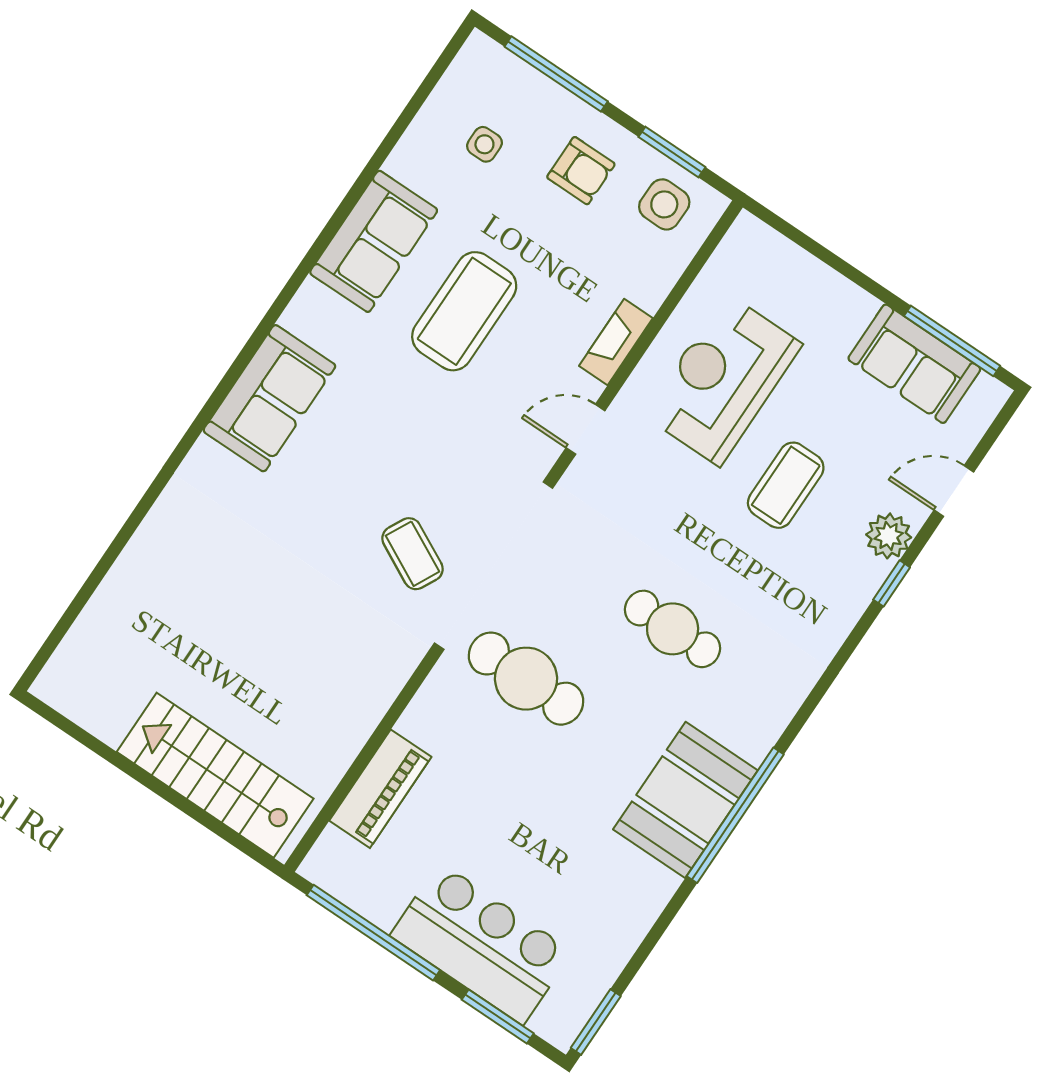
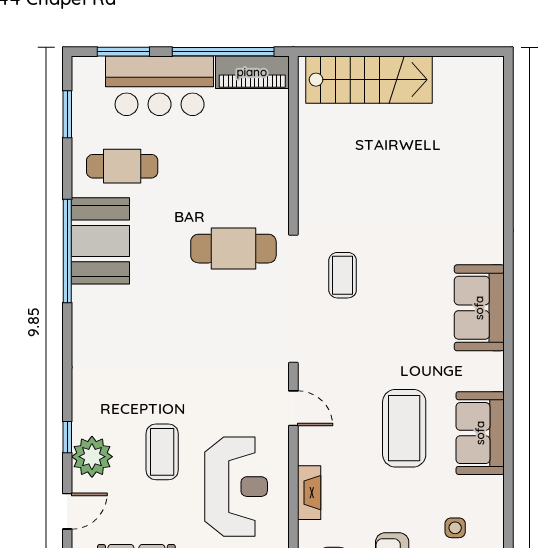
fireplace: (616, 342) -> (309, 493), moved
door: (586, 429) -> (293, 408), hinge flipped
plant: (889, 536) -> (92, 457), width x1.36, depth x1.36
coffee table: (412, 554) -> (343, 275), turned 63
cafe table: (673, 629) -> (122, 166), moved
piano: (380, 789) -> (252, 72), moved, turned -90
window: (596, 1022) -> (67, 114), moved

